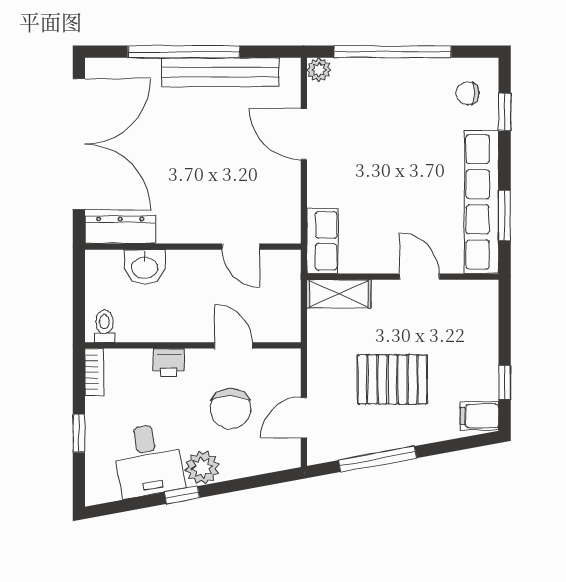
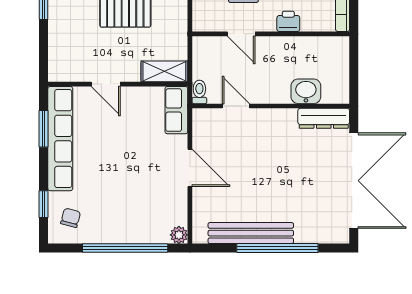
chair: (468, 93) -> (71, 218), turned -75
door: (304, 134) -> (190, 168), moved
double door: (79, 144) -> (354, 181), swing flipped
toilet: (104, 326) -> (199, 92), moved, turned 180

